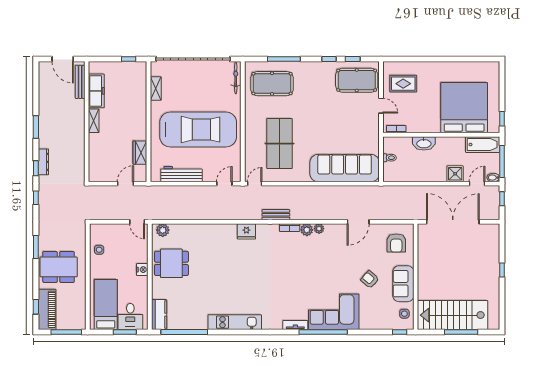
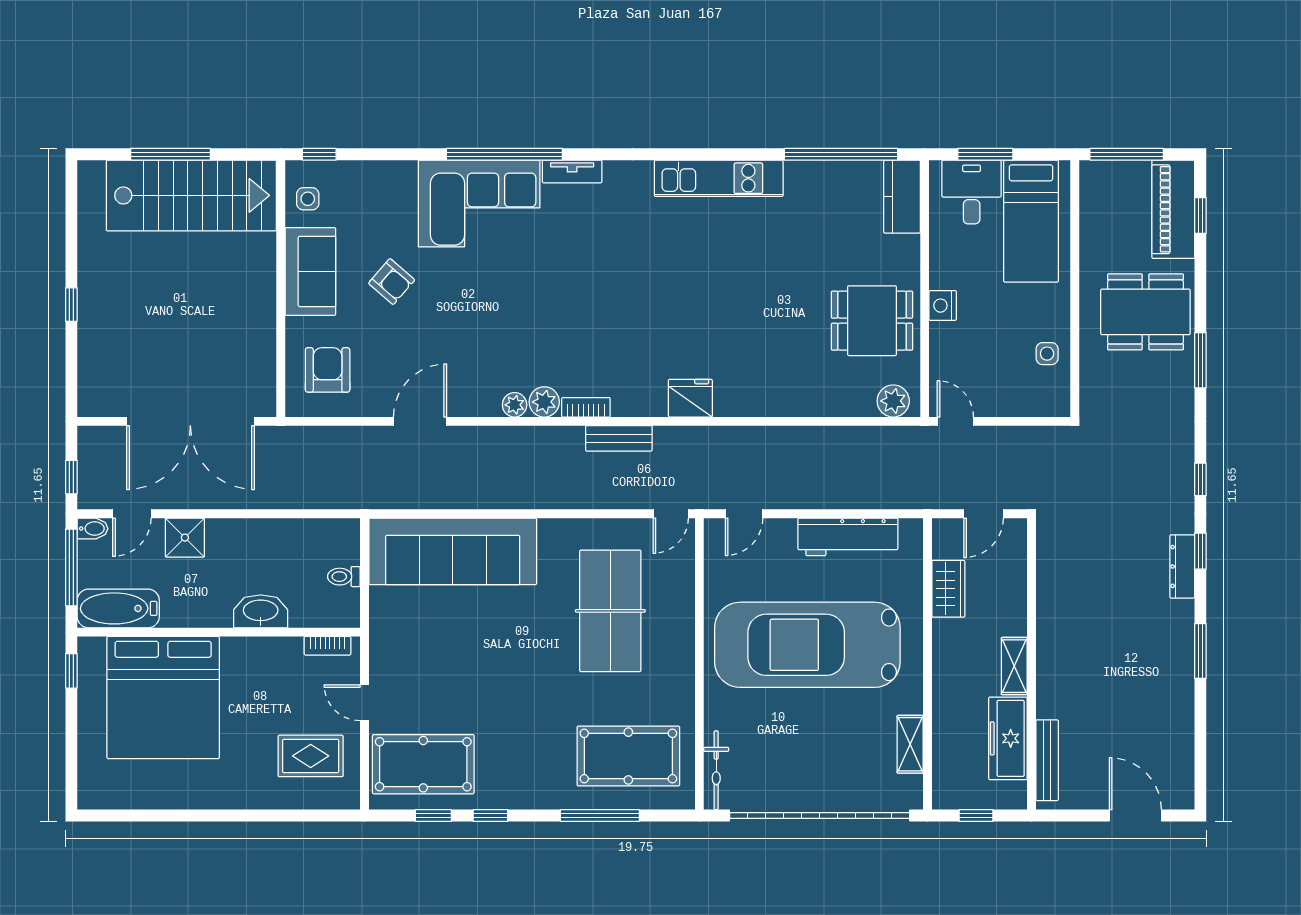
bench: (80, 82) -> (1047, 760), moved
freezer: (96, 91) -> (1008, 738), moved
shelving: (94, 121) -> (1014, 666), moved
wall: (87, 122) -> (1031, 664), moved

